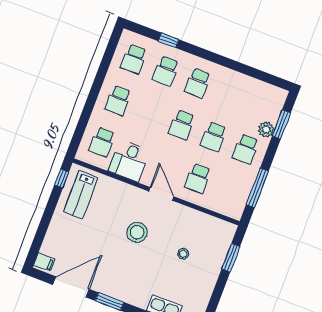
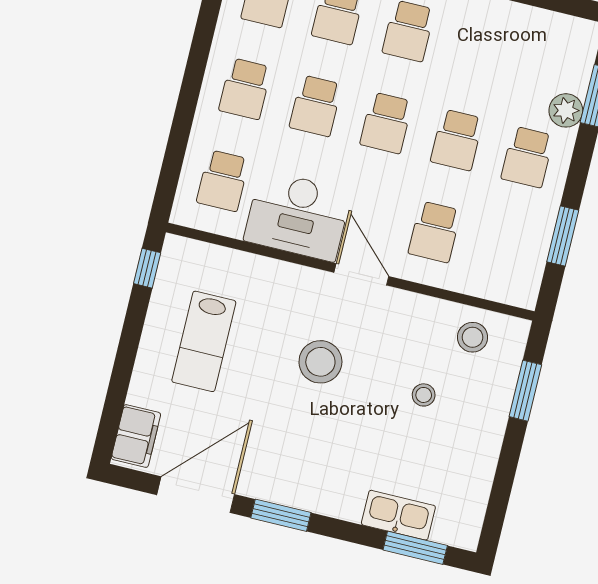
school desk: (150, 113) -> (316, 106), added
desk: (129, 161) -> (298, 216), width x1.37
window: (257, 188) -> (563, 236), width x0.69
lab bench: (81, 195) -> (204, 341), moved
stool: (209, 230) -> (473, 337), added
filing cabinet: (44, 262) -> (136, 436), width x2.00

